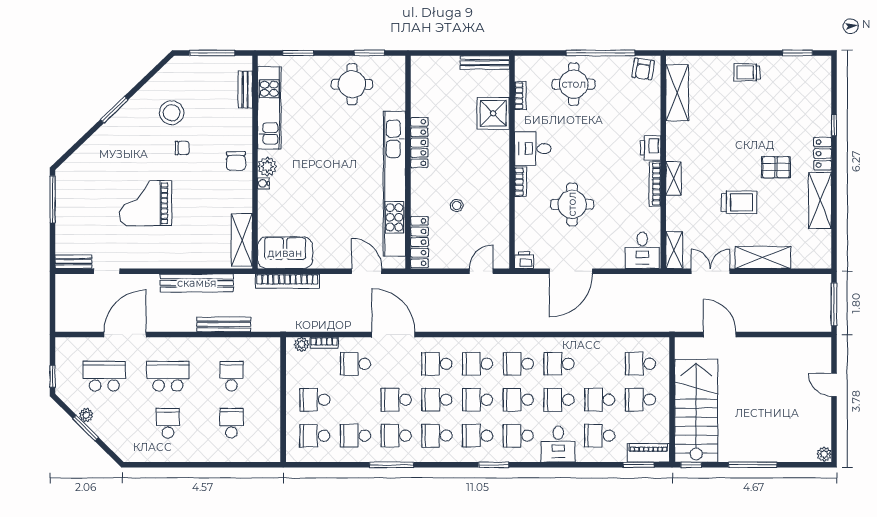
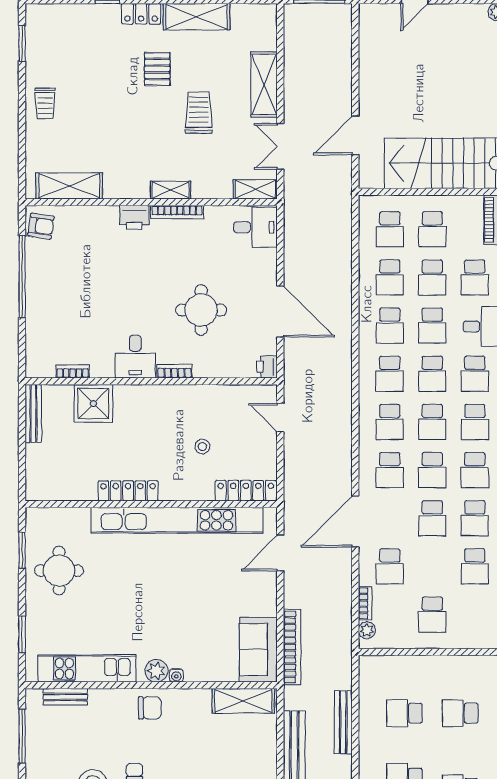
round table: (574, 84) -> (59, 308), removed
school desk: (315, 436) -> (390, 277), moved

